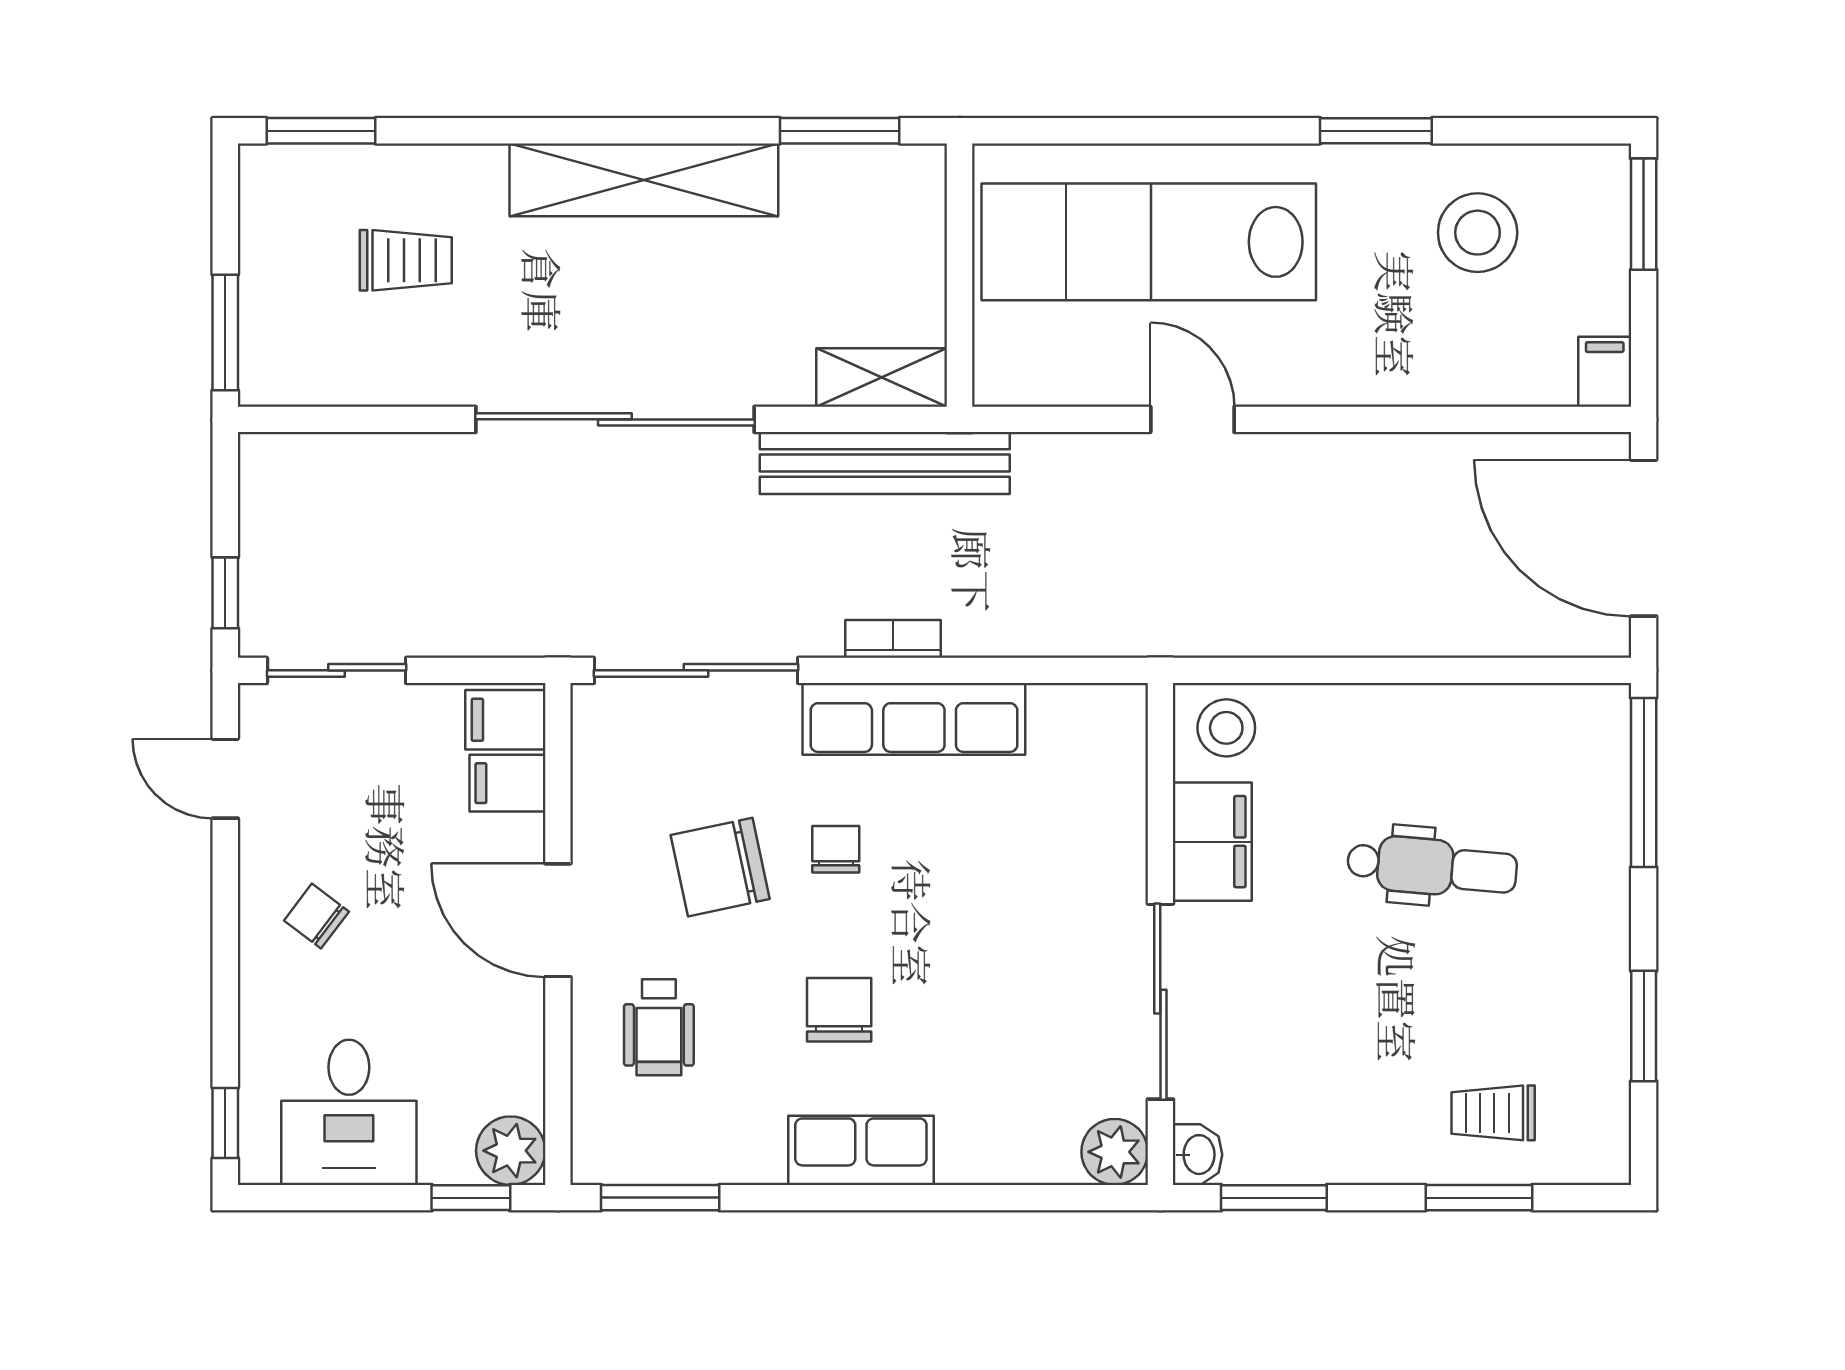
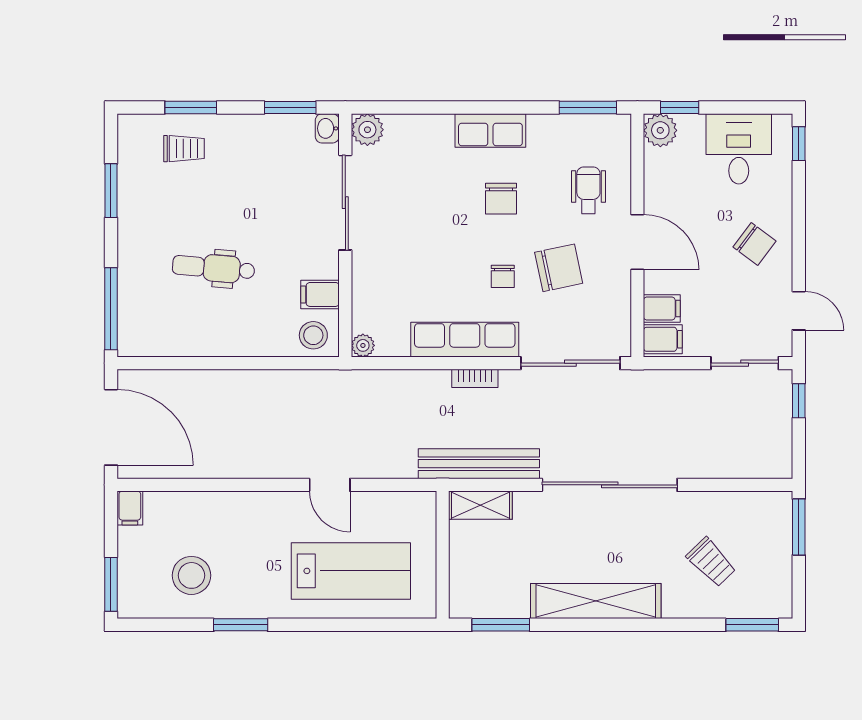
lab bench: (1149, 242) -> (351, 571), width x0.73
trolley: (406, 260) -> (711, 562), turned -134
plant: (1124, 707) -> (363, 345), added
filing cabinet: (1212, 842) -> (320, 294), width x0.50
chair: (316, 916) -> (754, 244), width x1.37, depth x1.37

